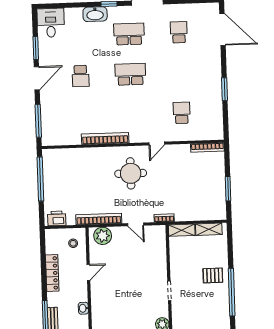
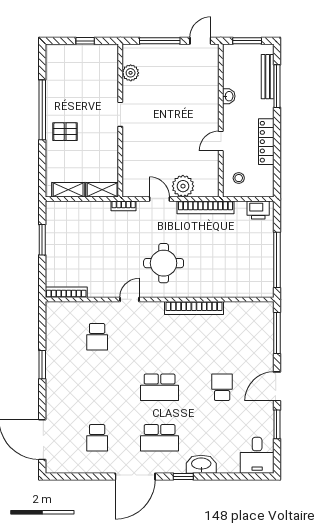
plant: (103, 236) -> (183, 186), moved

